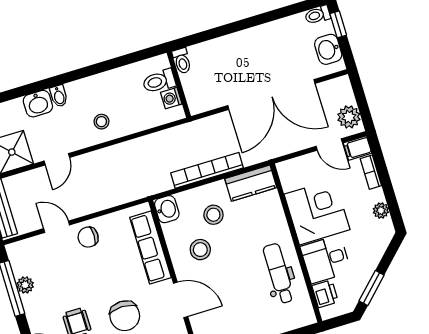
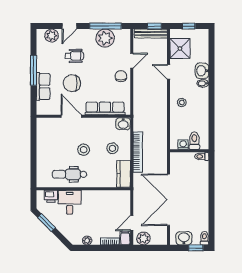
corner desk: (317, 212) -> (97, 205), removed
stool: (200, 250) -> (84, 150), moved
dental chair: (279, 274) -> (70, 174), turned 180
plant: (25, 285) -> (105, 38), width x1.88, depth x1.88
door: (181, 300) -> (71, 116), swing flipped

